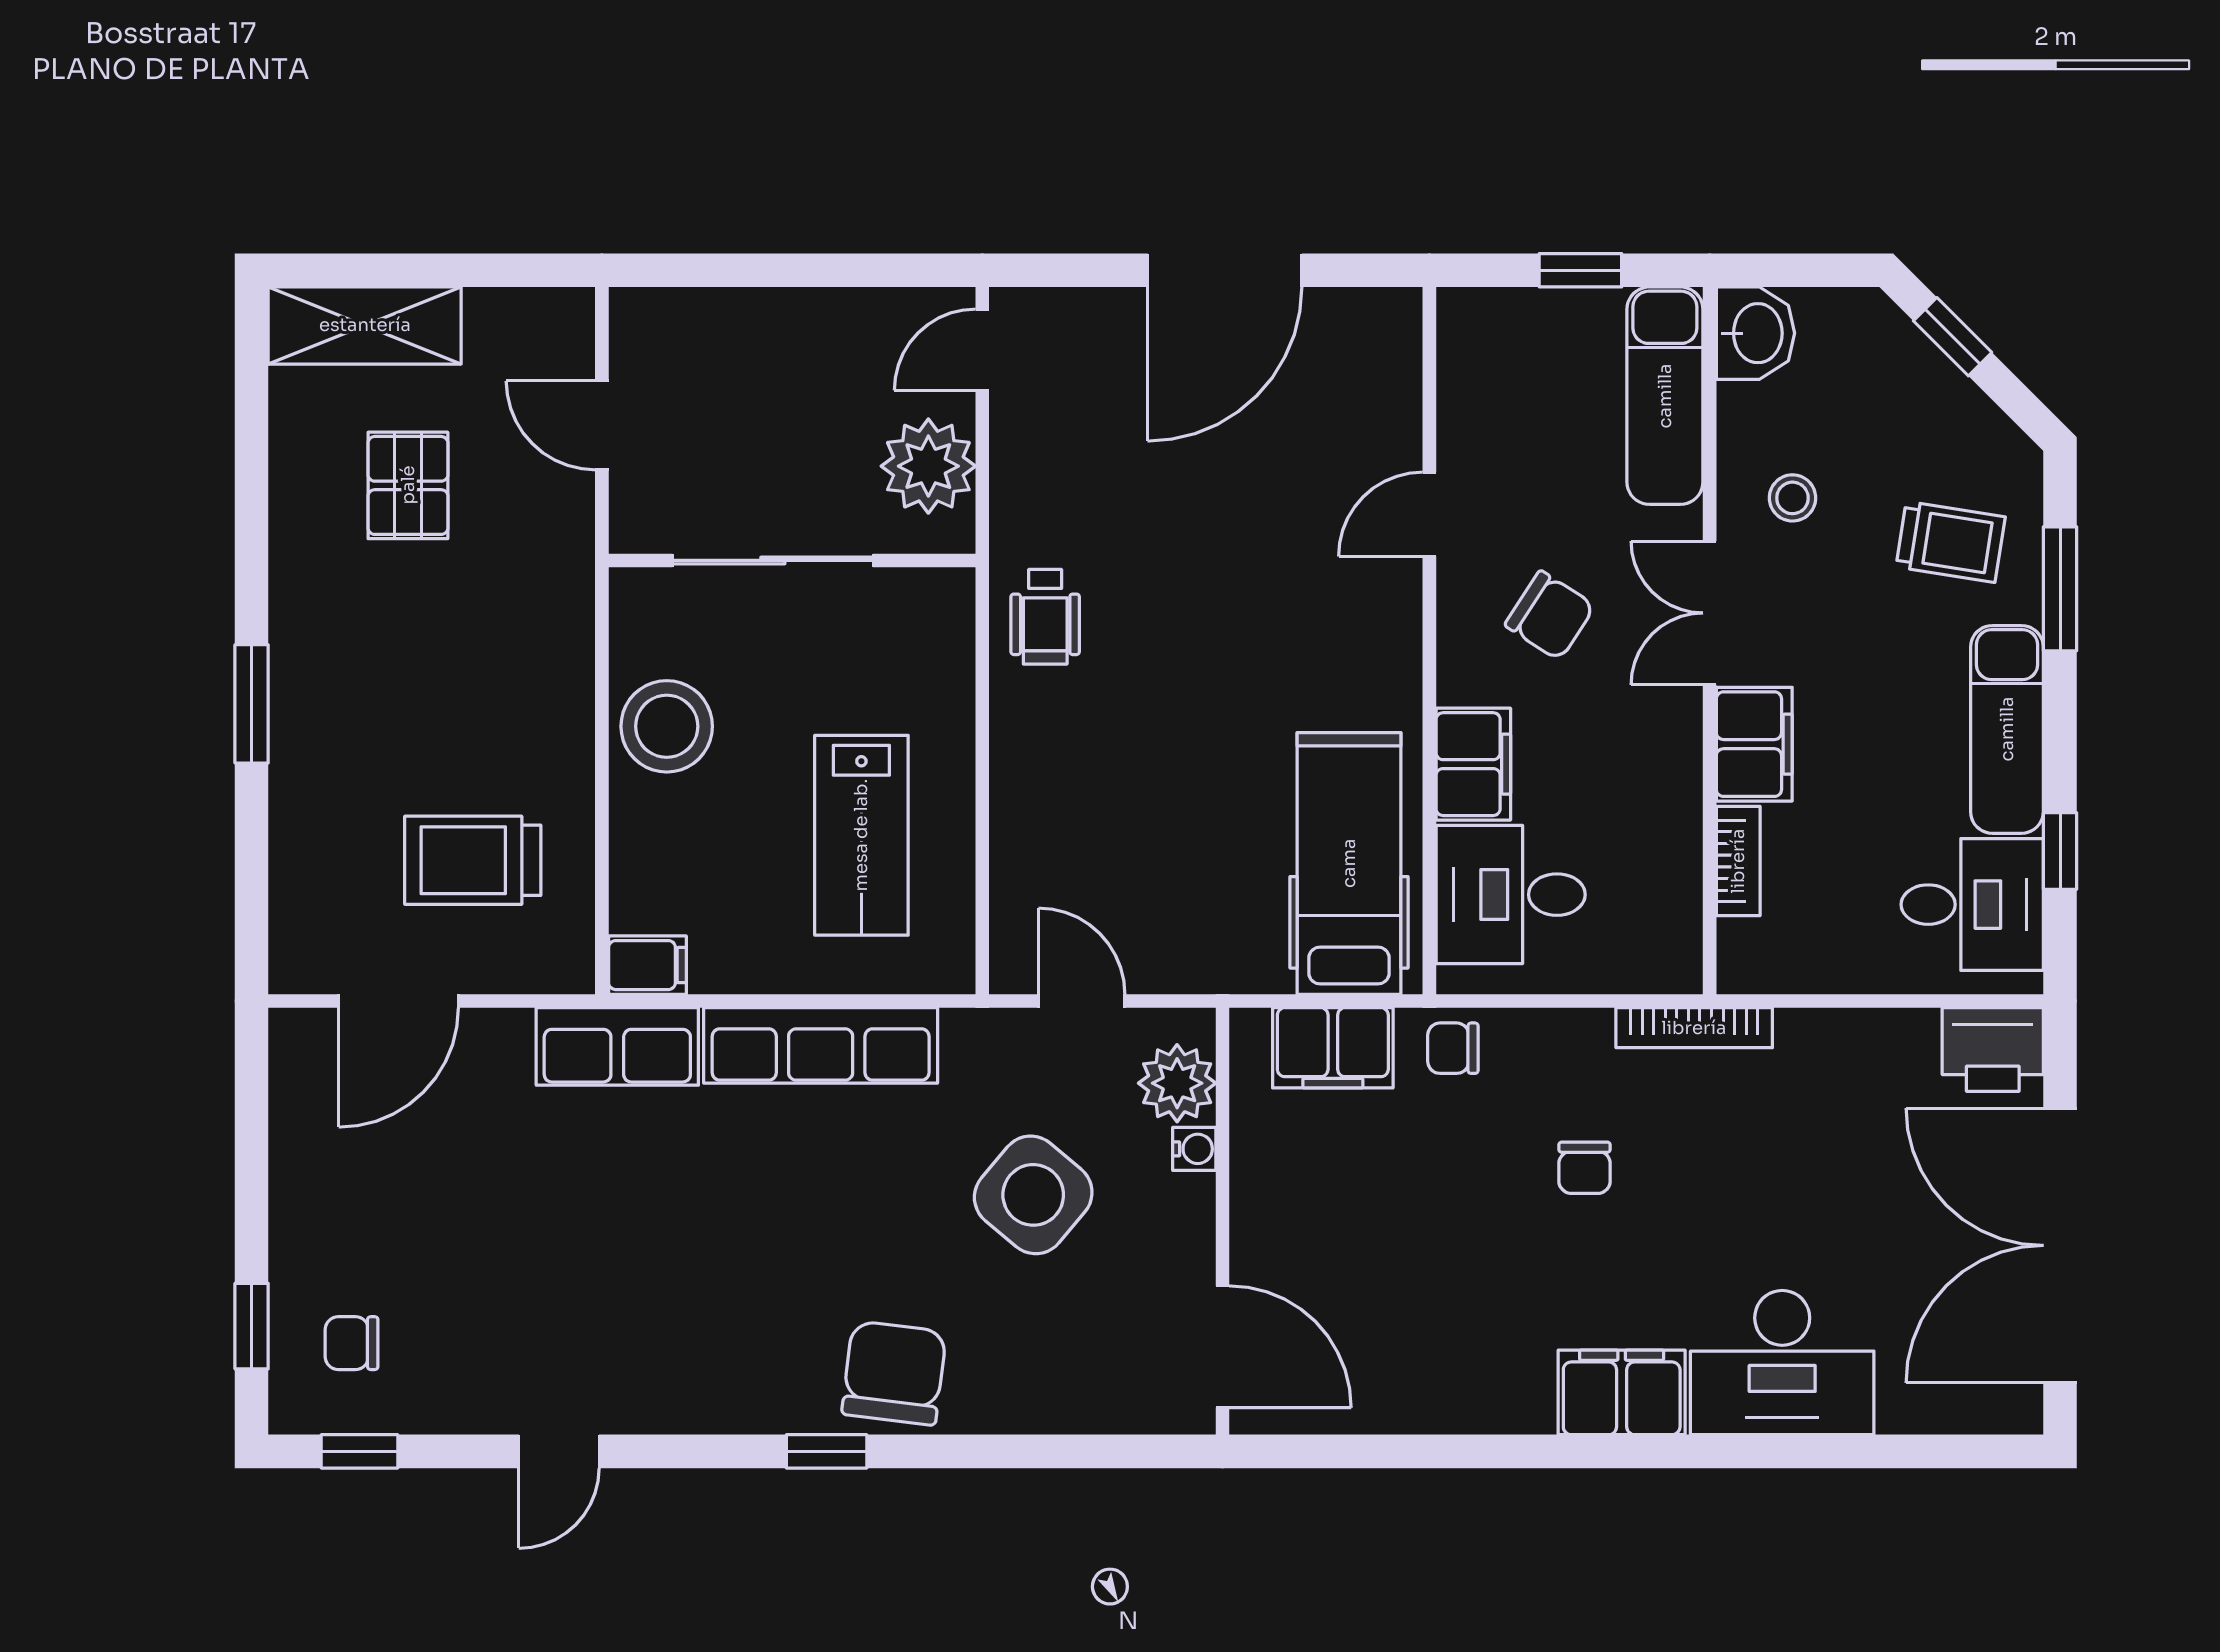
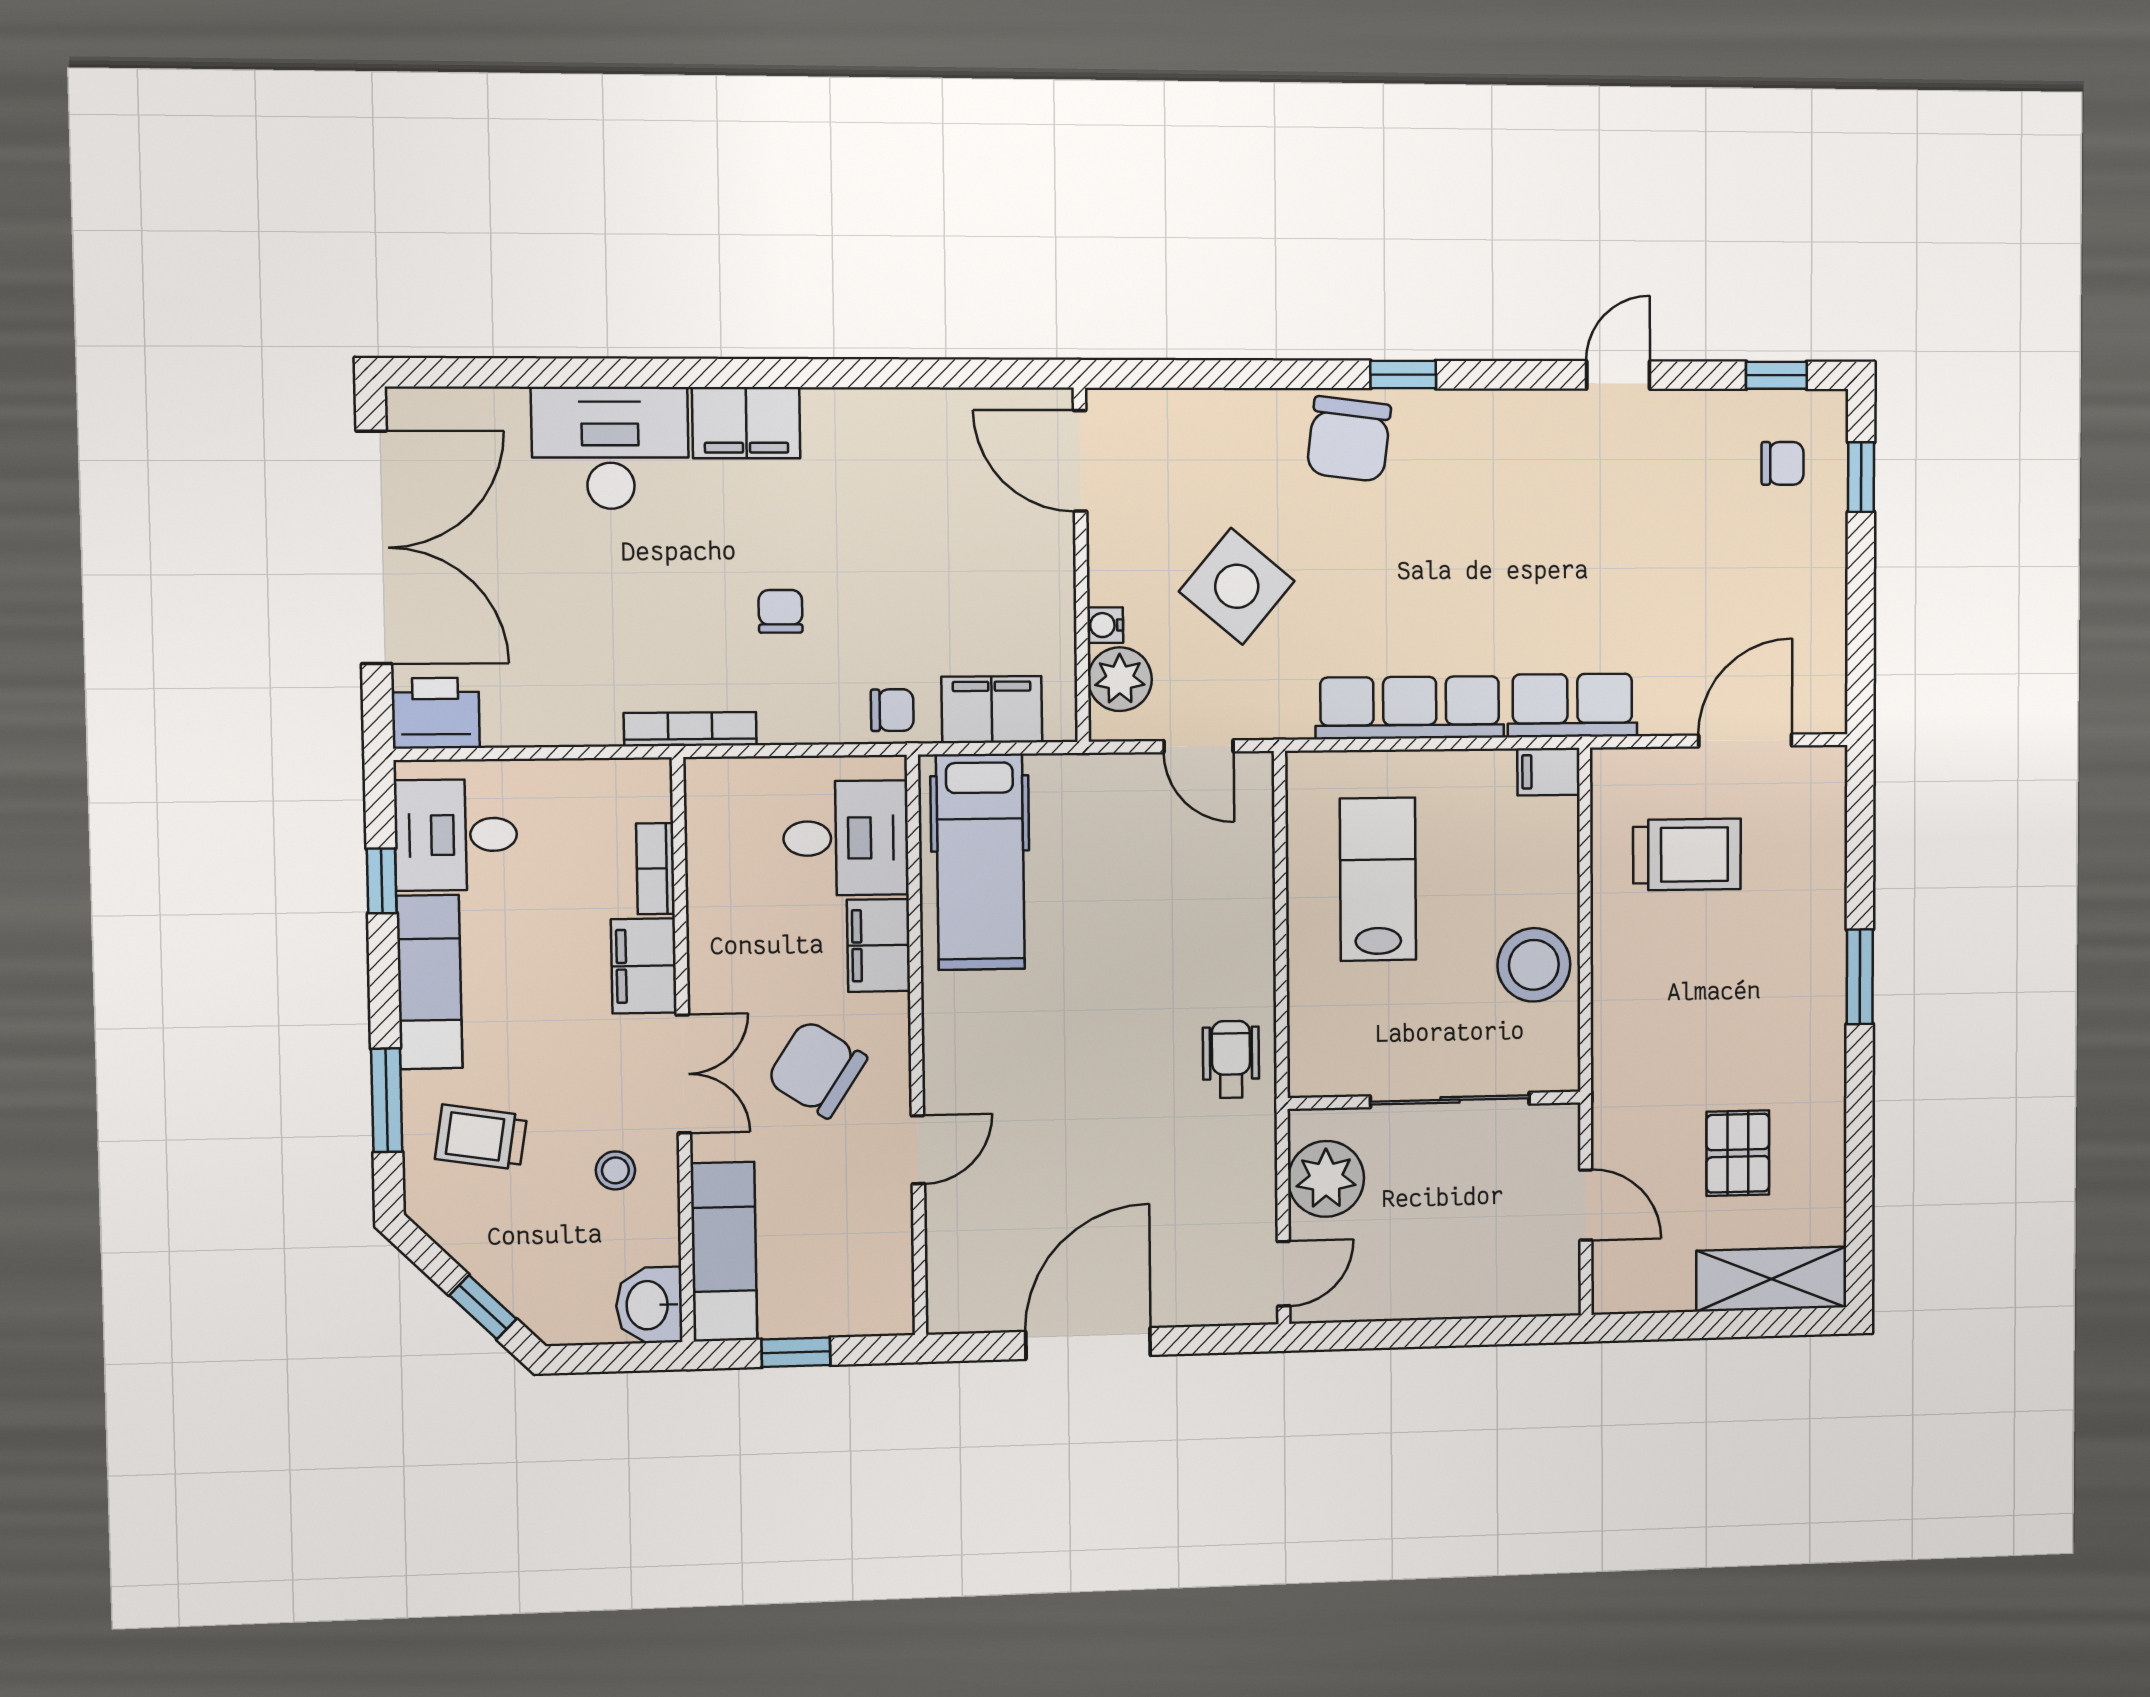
chair: (1550, 615) -> (817, 1069), width x1.37, depth x1.37

